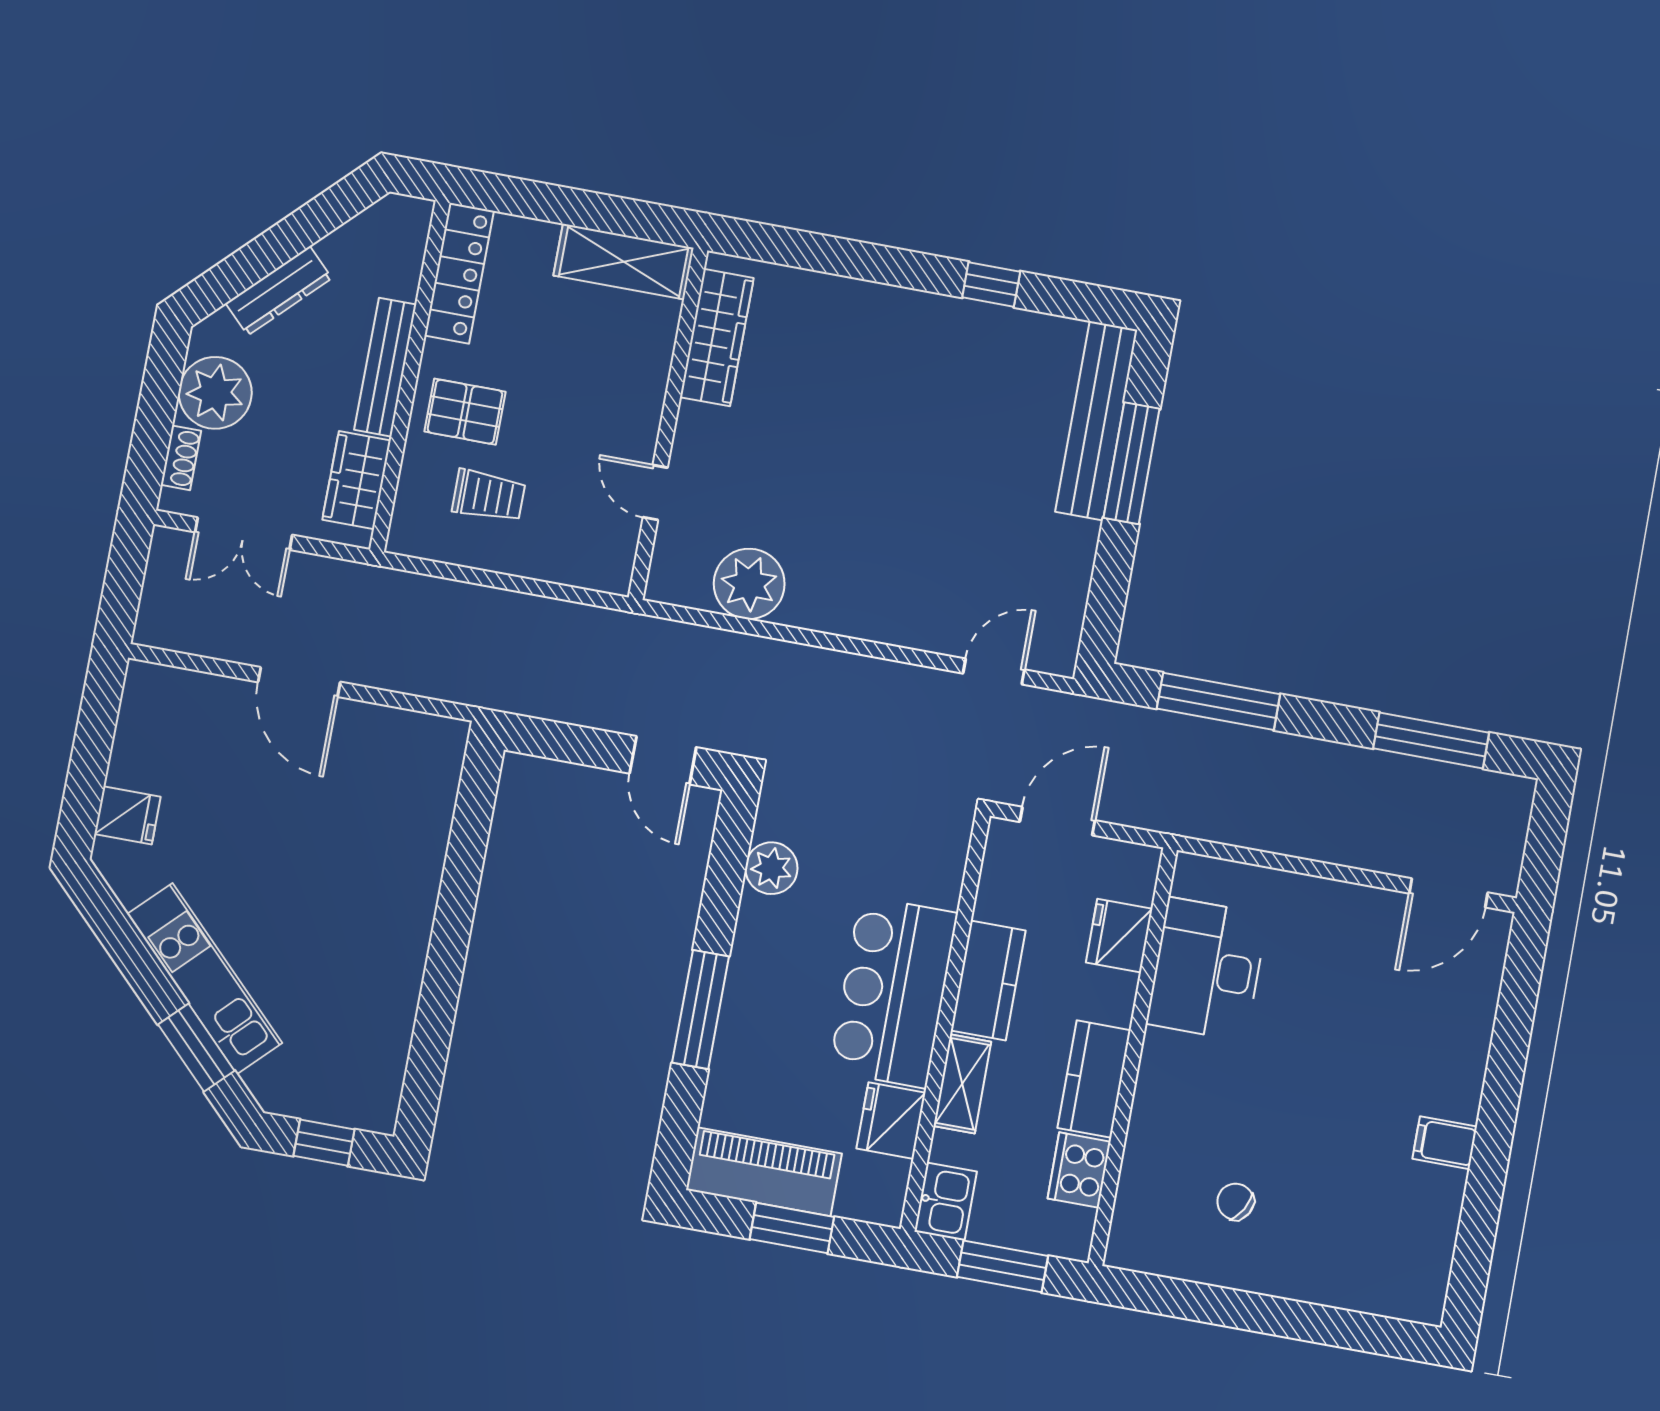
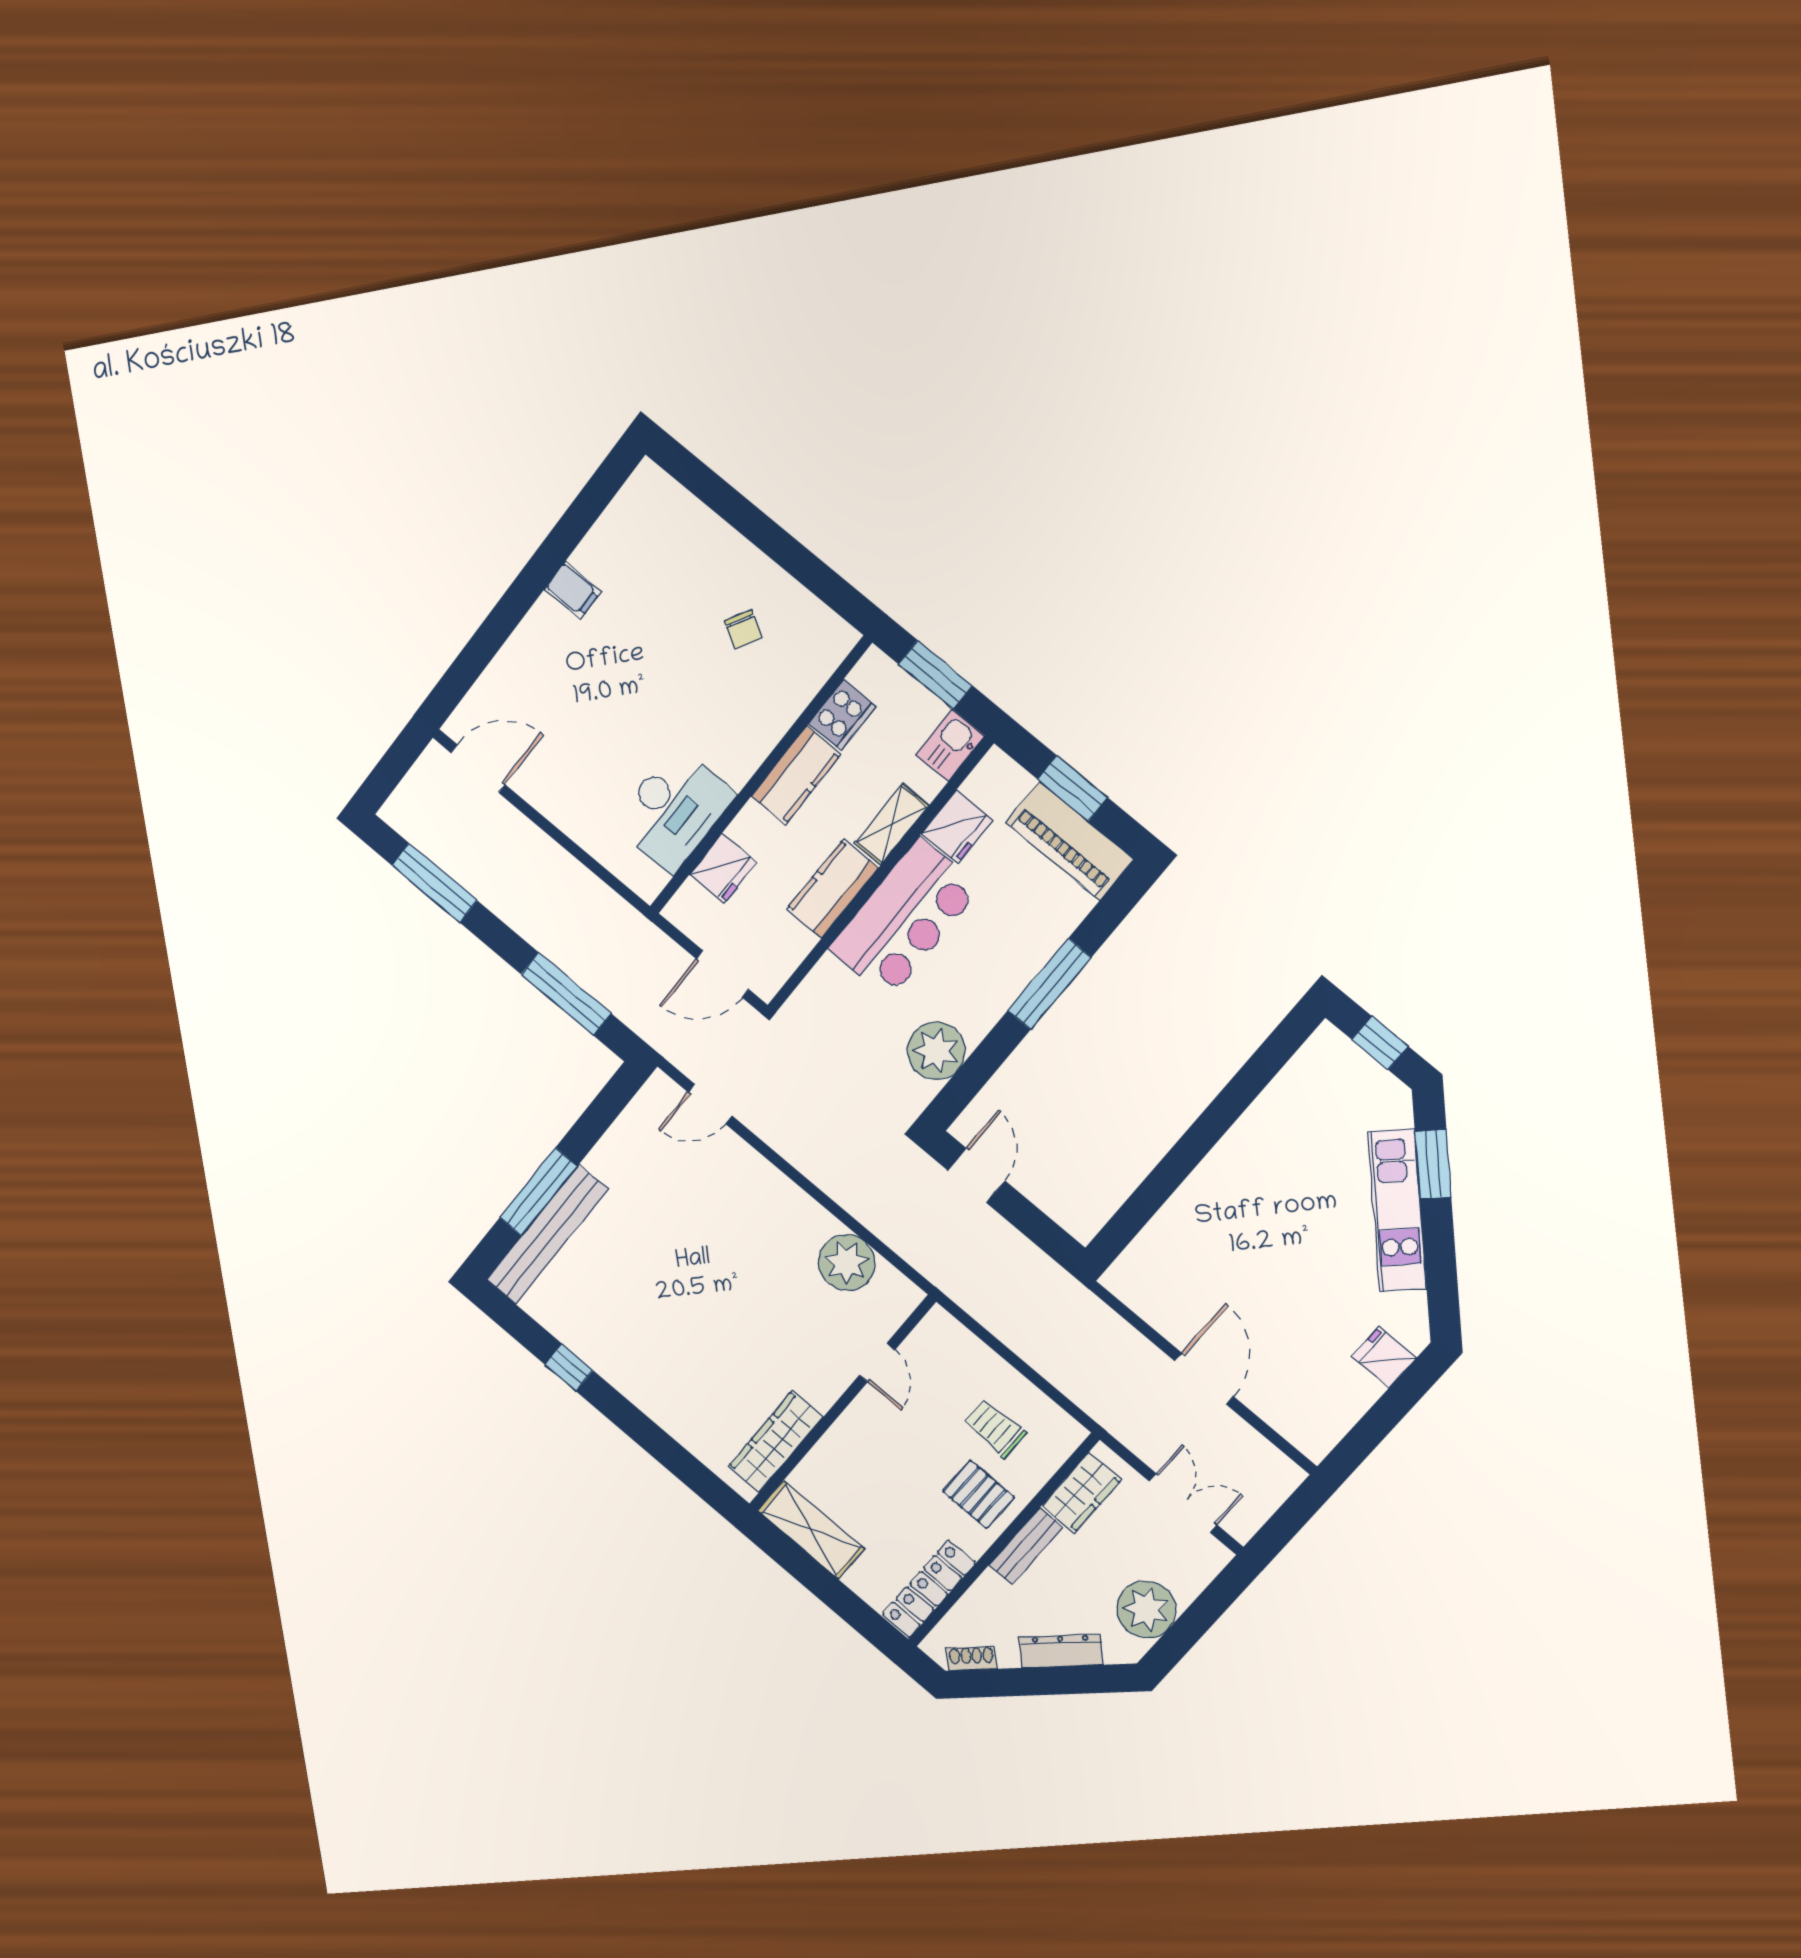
bench: (385, 367) -> (1026, 1546), width x0.73
shoe rack: (181, 458) -> (971, 1658), moved, turned 45
plant: (771, 868) -> (936, 1051), width x1.36, depth x1.36

